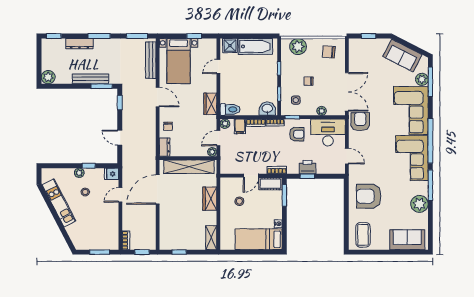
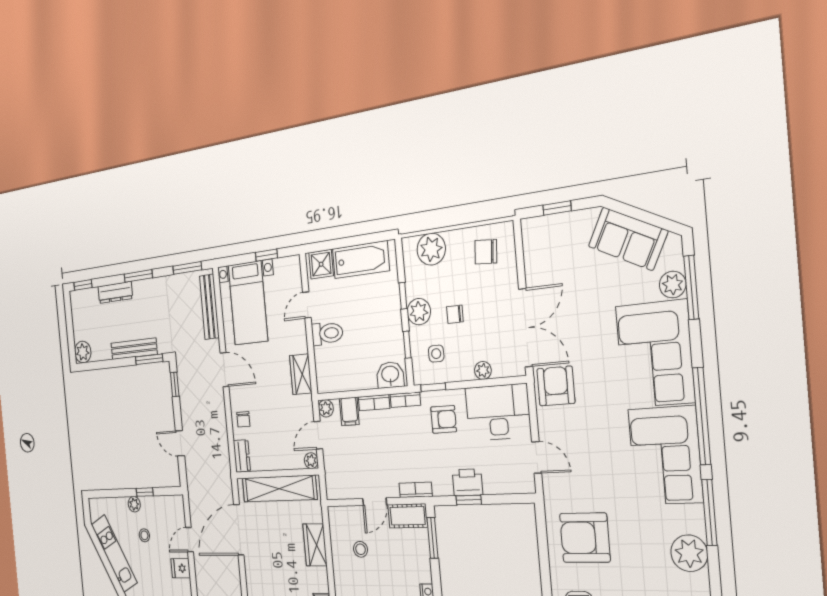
plant: (288, 78) -> (419, 312), added
toilet: (230, 109) -> (327, 333), moved
fridge: (112, 174) -> (181, 568), moved

